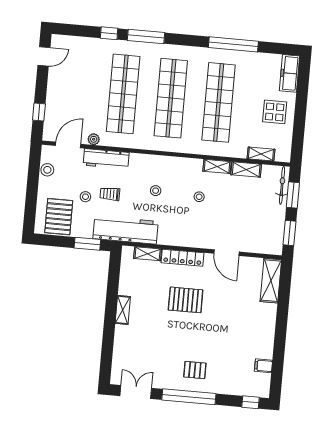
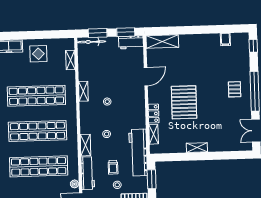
shelving: (246, 170) -> (85, 145), moved
workbench: (275, 238) -> (131, 42), added
locker: (183, 258) -> (154, 114), width x0.66
pallet: (186, 300) -> (184, 102), width x1.37, depth x1.41

